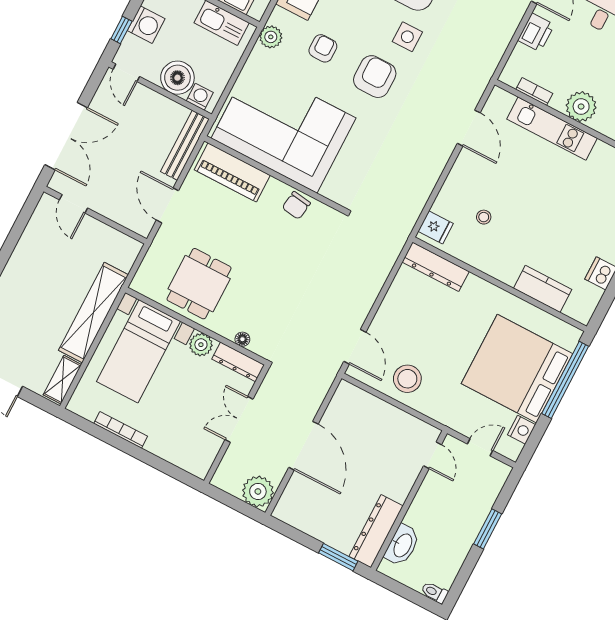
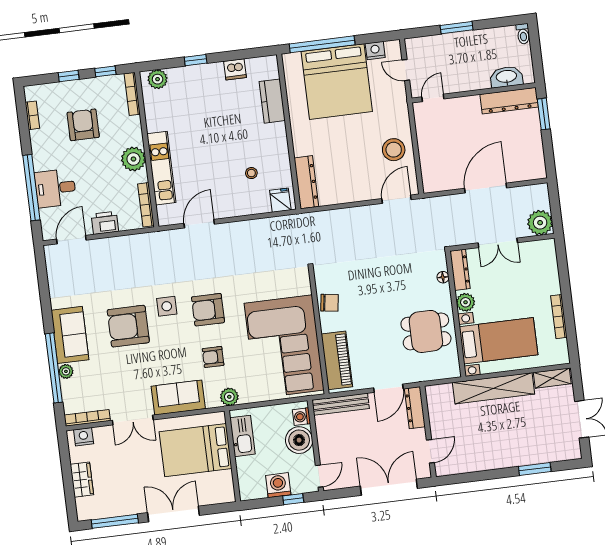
bookcase: (534, 91) -> (146, 205), width x1.56
dresser: (129, 219) -> (415, 408), added
plant: (258, 491) -> (540, 223), moved

